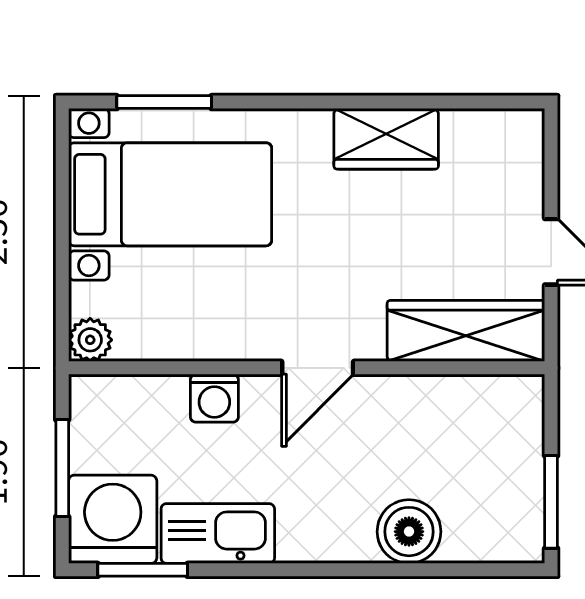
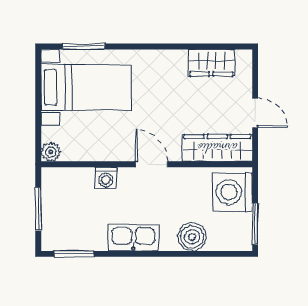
wardrobe: (386, 139) -> (211, 63), moved
door: (318, 368) -> (152, 164), swing flipped
washing machine: (113, 519) -> (233, 192), moved, turned -90
kitchen sink: (218, 533) -> (133, 238), moved

